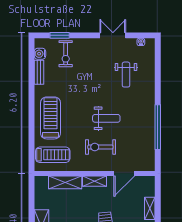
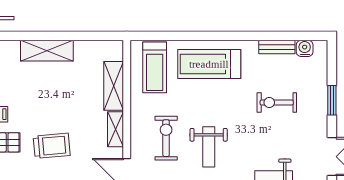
window: (60, 35) -> (332, 100), moved
exercise bike: (66, 54) -> (277, 103), moved
treadmill: (51, 118) -> (209, 64), turned 180

